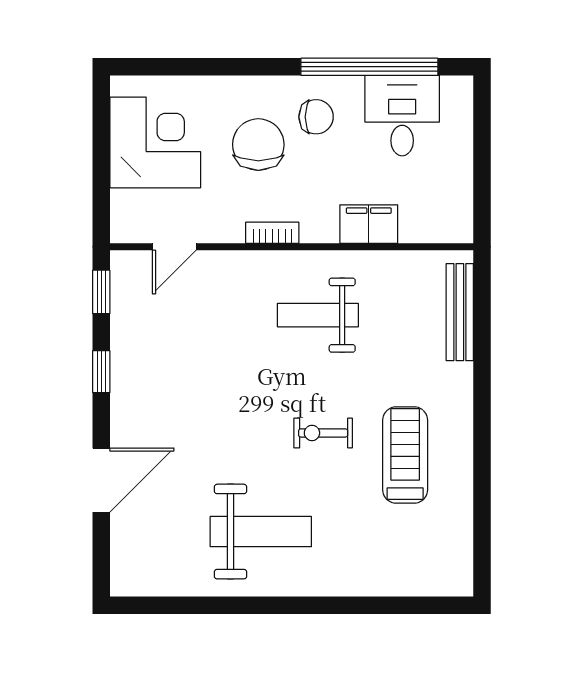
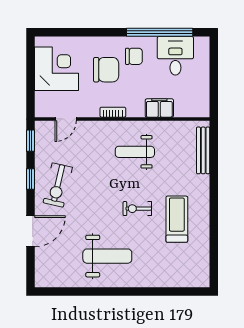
chair: (258, 145) -> (106, 70), turned 90
exercise bike: (158, 384) -> (58, 185), added

